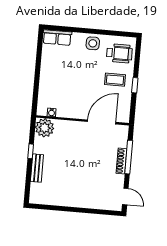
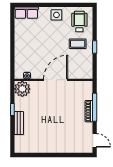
wheelchair: (119, 53) -> (79, 21), turned -90
door: (102, 122) -> (56, 80), moved

